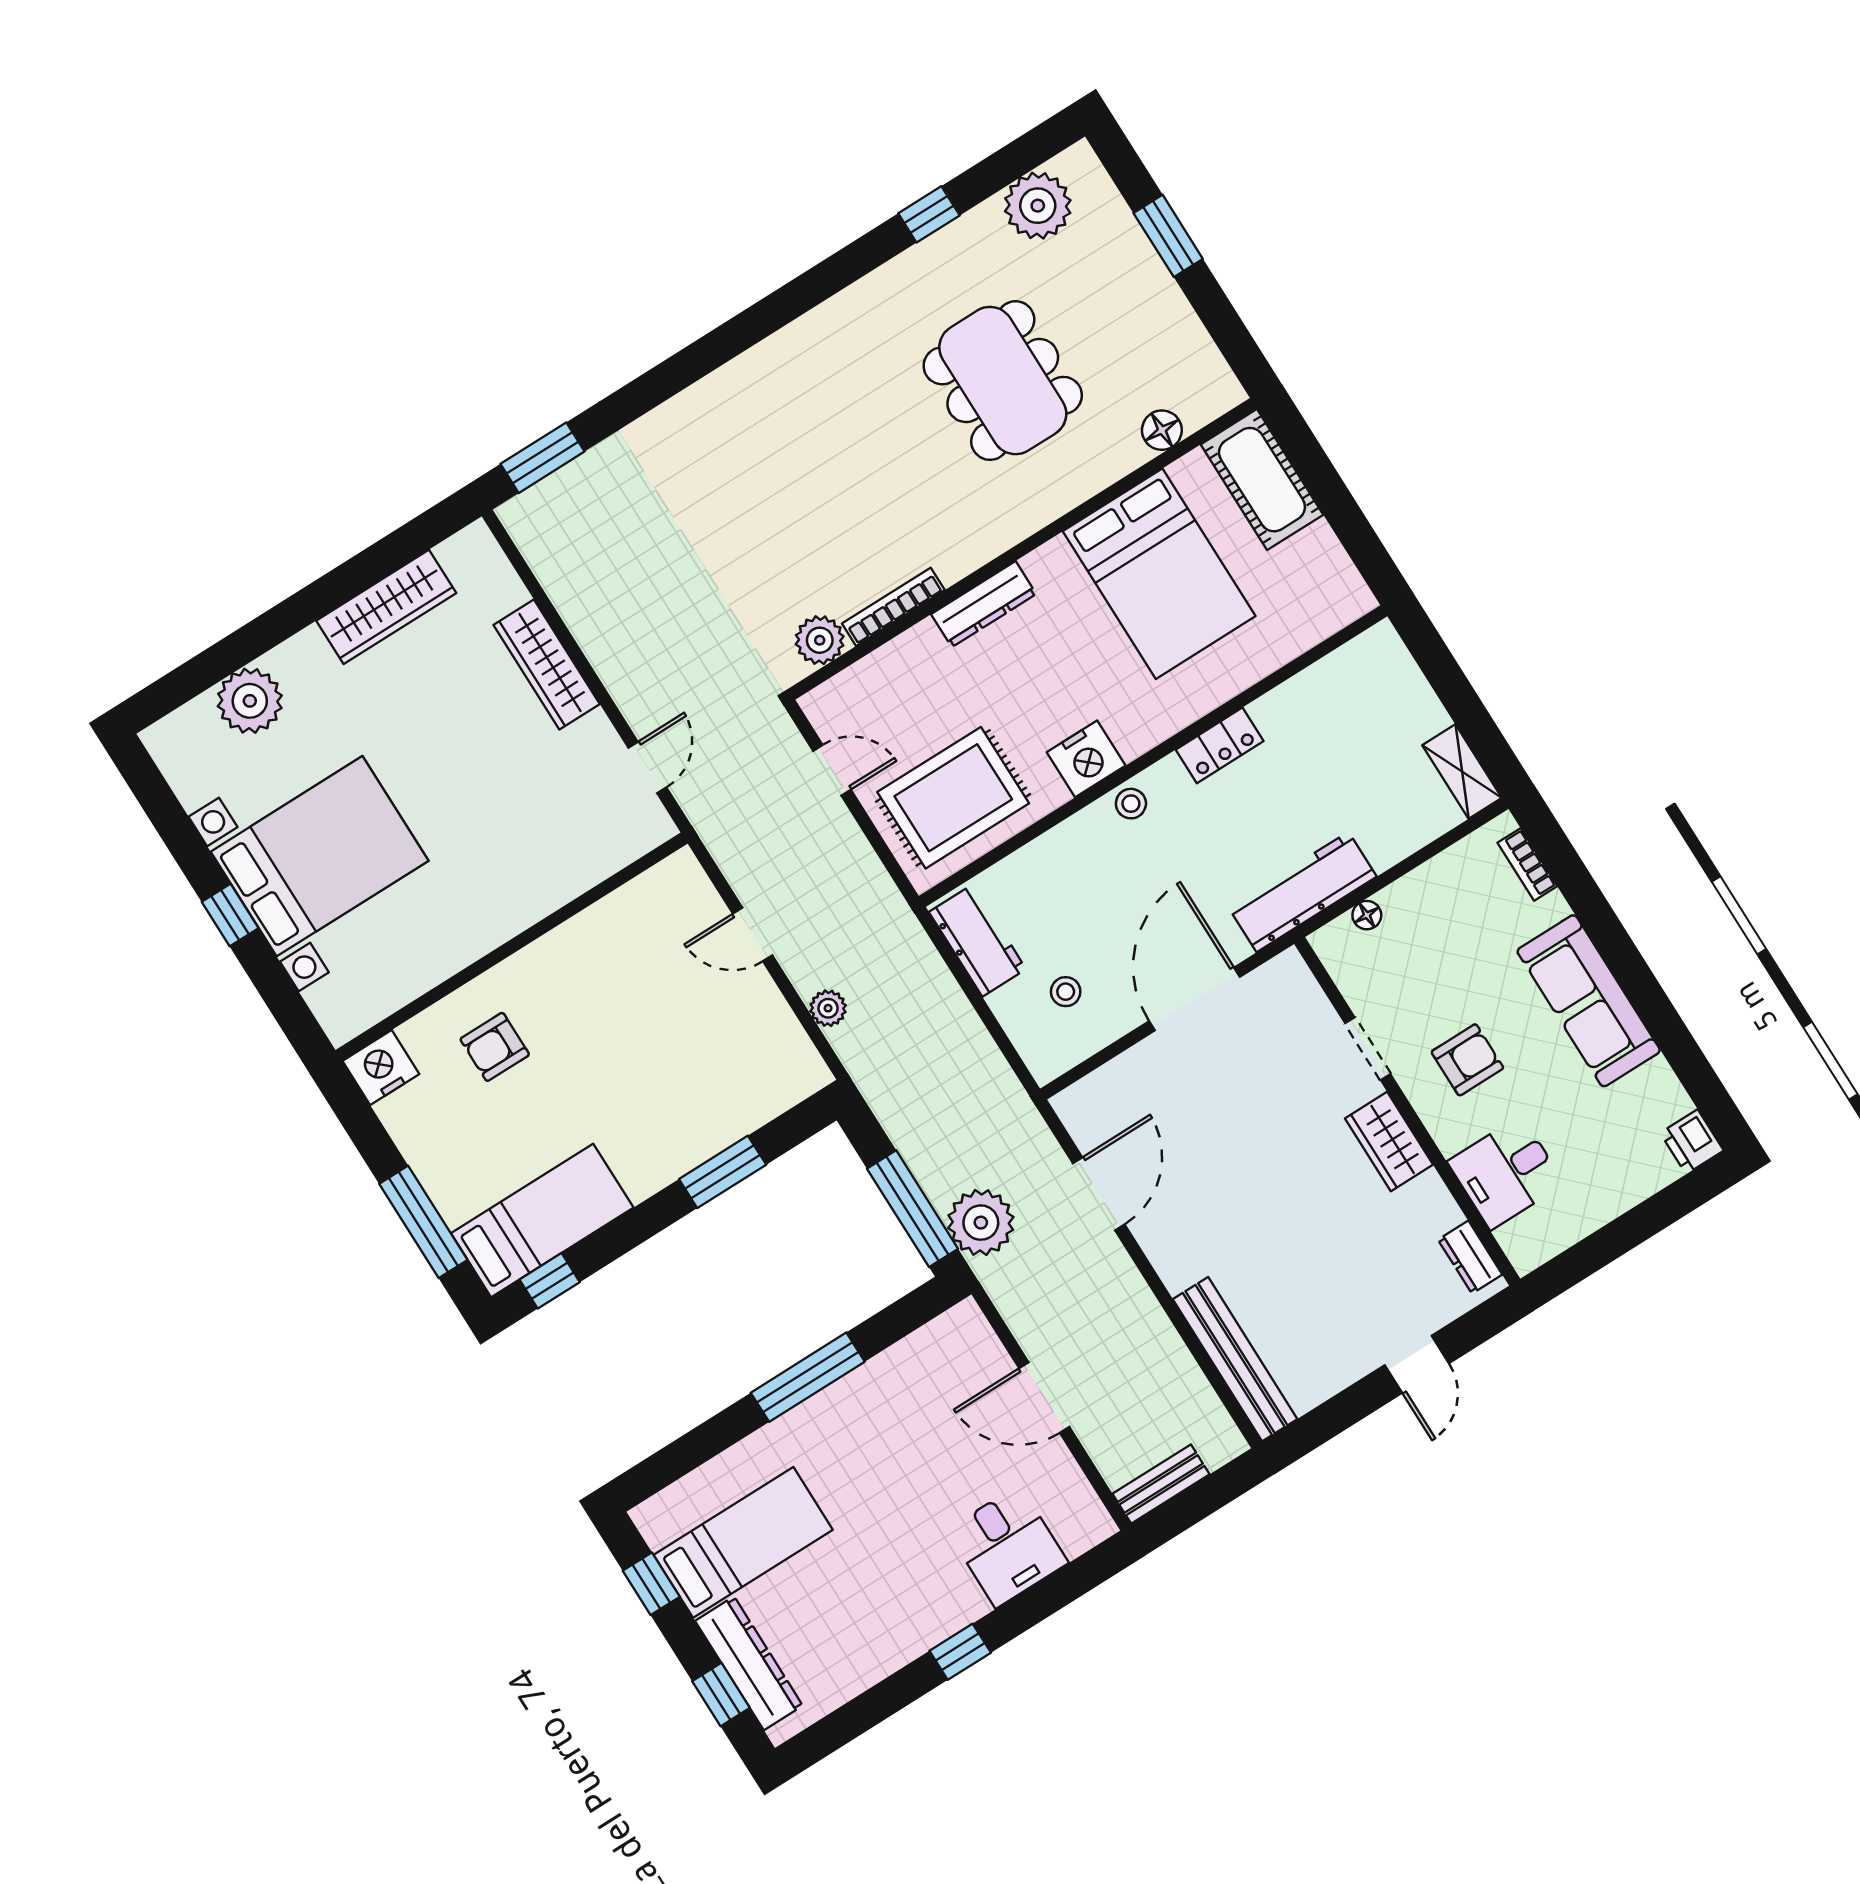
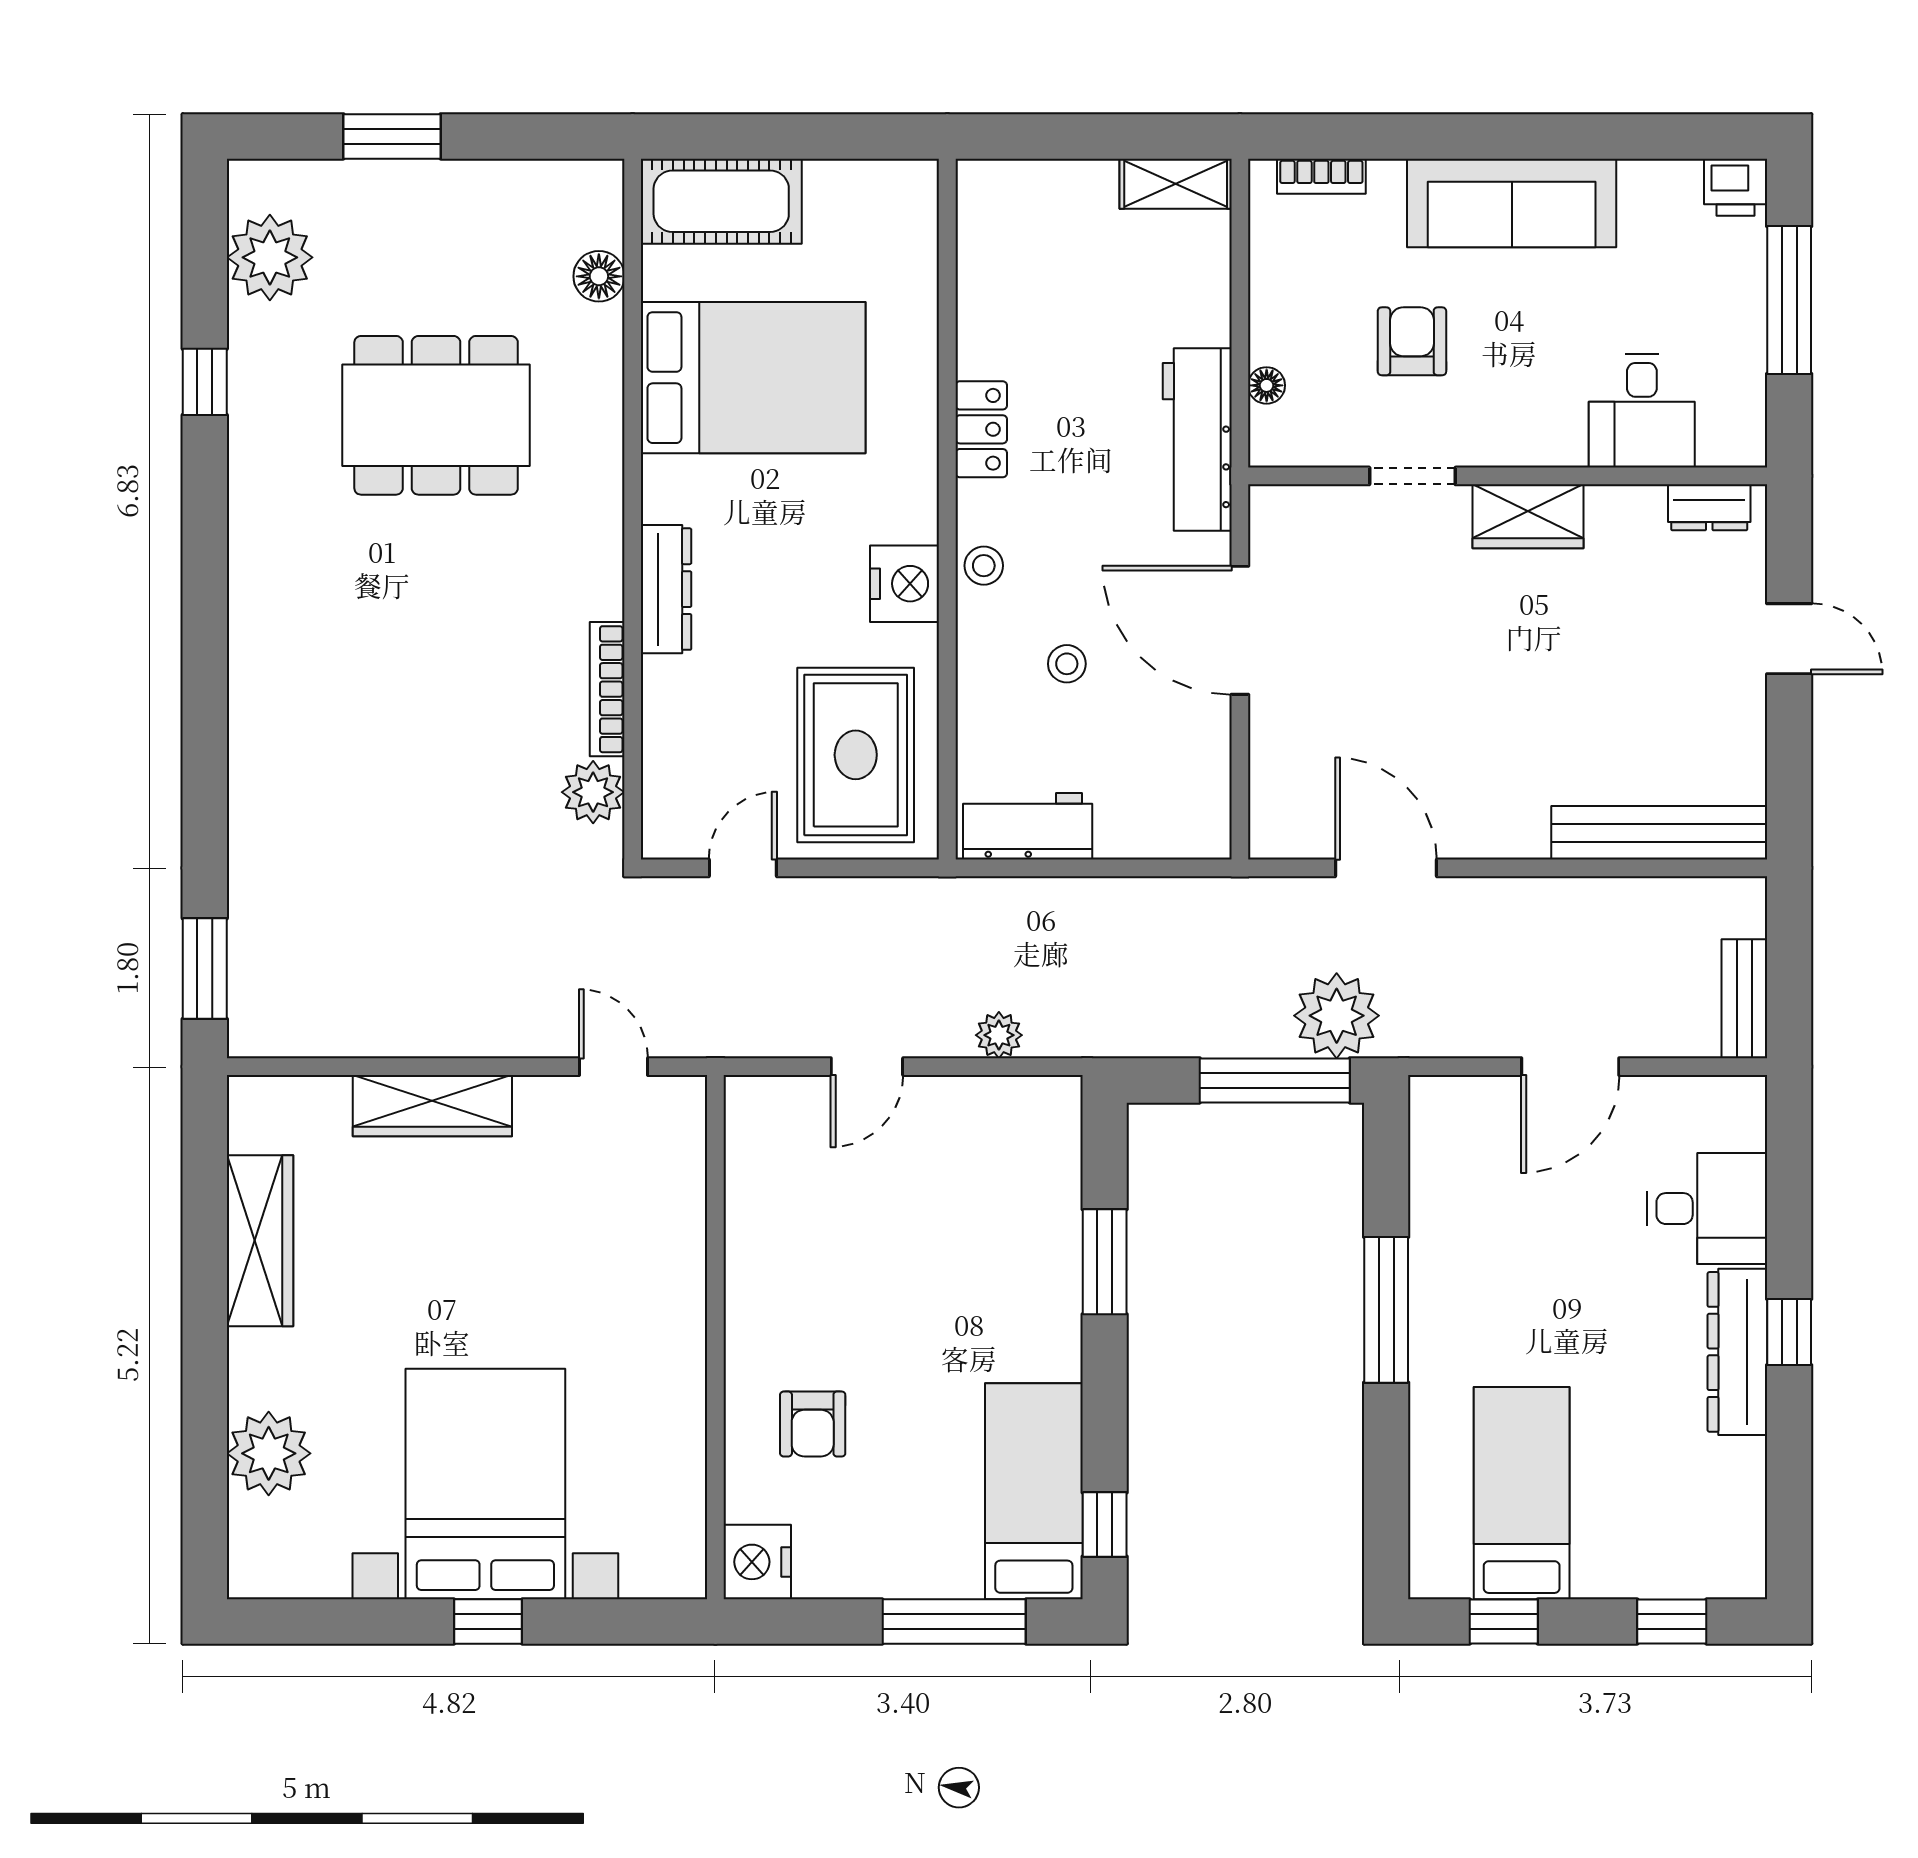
stool: (1066, 992) -> (1067, 664), moved
armchair: (1467, 1060) -> (1412, 341), moved
window: (1640, 1224) -> (1789, 300), added
dresser: (749, 1663) -> (1737, 1352), moved, turned -90

